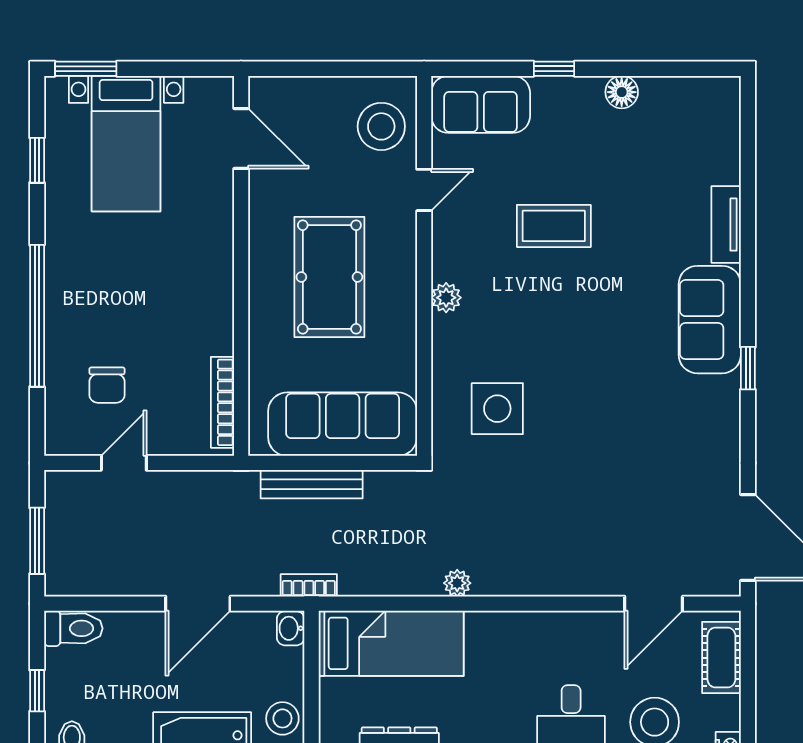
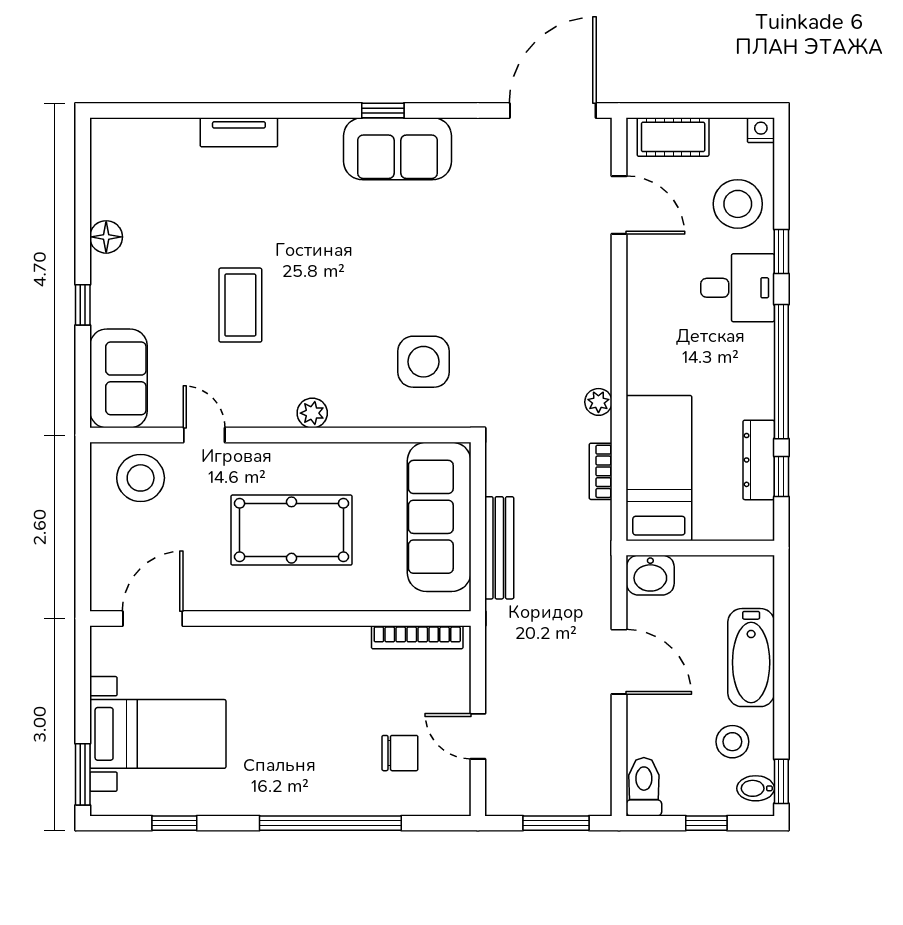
sofa: (710, 320) -> (397, 149), moved
bookcase: (309, 585) -> (601, 471), moved
washbasin: (291, 628) -> (650, 575), width x1.38, depth x1.45
stool: (282, 718) -> (732, 742), moved

